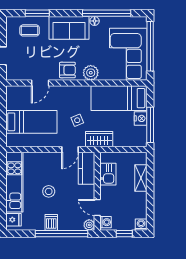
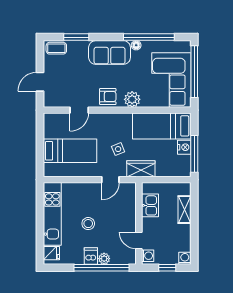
coffee table: (30, 30) -> (56, 48), moved
kitchen counter: (87, 168) -> (128, 199), removed
plant: (89, 225) -> (104, 259), moved

